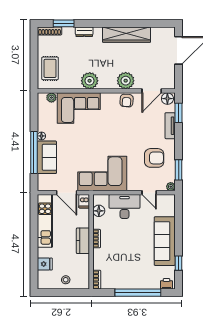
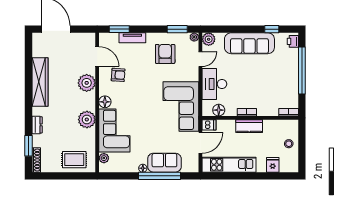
floor lamp: (167, 99) -> (105, 102), moved
armchair: (127, 101) -> (118, 75), moved
plant: (169, 201) -> (209, 39), added

